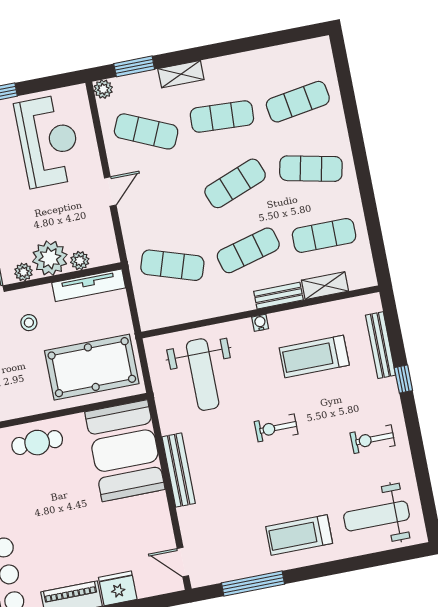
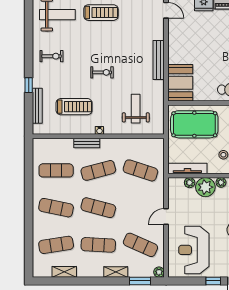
exercise mat: (235, 183) -> (98, 208), turned 36
shelving: (325, 286) -> (64, 272), moved
weight bench: (203, 375) -> (136, 109), width x0.73, depth x0.75
booth: (125, 451) -> (180, 83), width x0.73, depth x0.70

